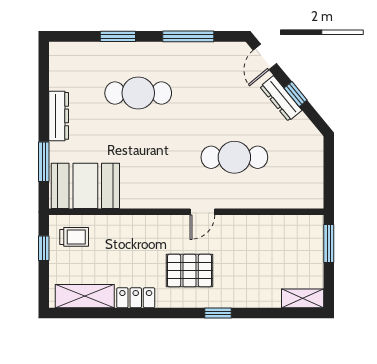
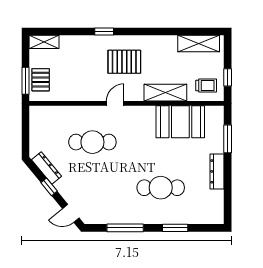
door: (265, 57) -> (71, 213), swing flipped
dresser: (281, 98) -> (46, 168), moved
booth: (85, 186) -> (180, 122), moved
shelving: (132, 227) -> (165, 93), added
trolley: (74, 237) -> (206, 86), turned 180
pallet: (307, 245) -> (41, 80), added
locker: (136, 298) -> (162, 42), removed

